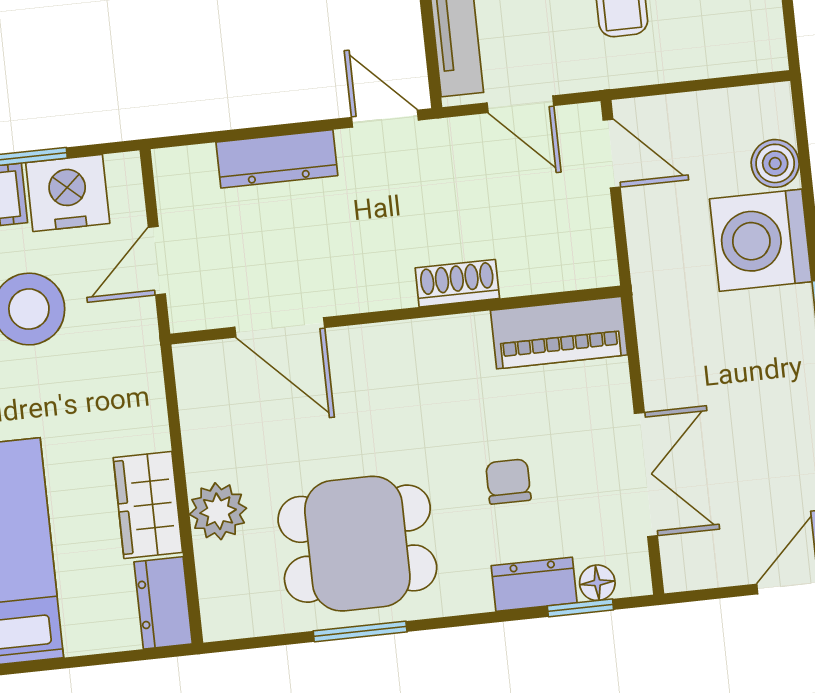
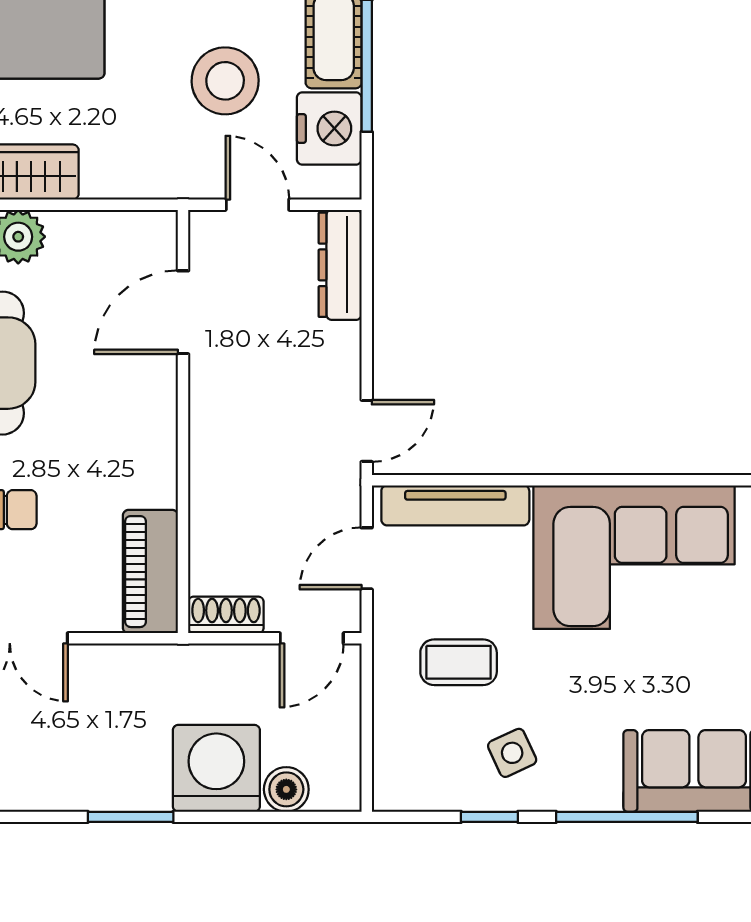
dresser: (277, 159) -> (340, 265), moved
shoe rack: (457, 283) -> (226, 615), moved, turned -90

